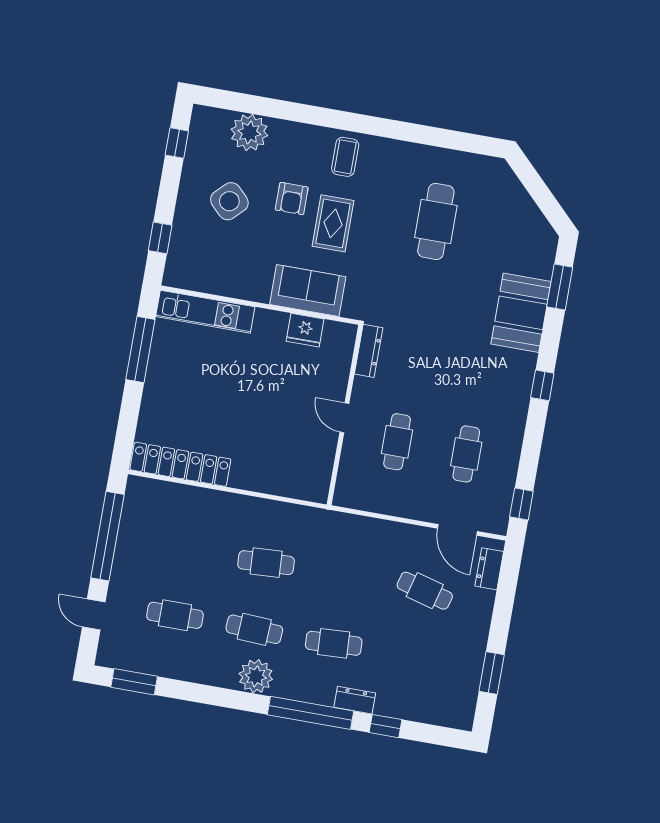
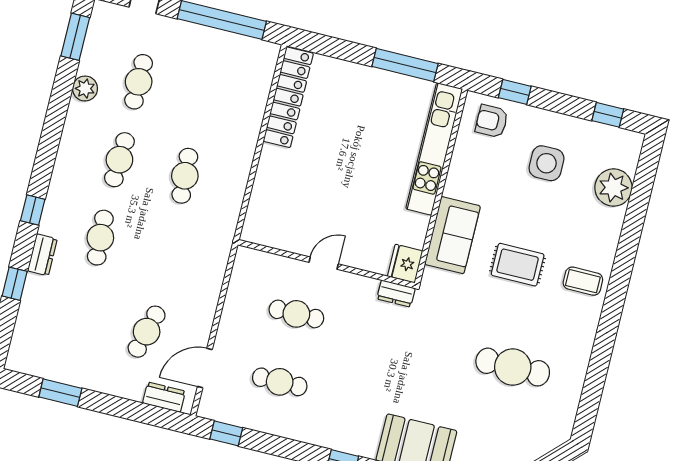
armchair: (292, 199) -> (492, 121), moved
side table: (229, 201) -> (546, 163), turned 45
kitchen unit: (205, 312) -> (434, 149), width x1.36
fridge: (305, 330) -> (405, 264), moved
dresser: (369, 351) -> (396, 293), width x0.70
plant: (256, 676) -> (85, 88), moved, width x0.73, depth x0.73
window: (311, 713) -> (33, 210), width x0.32

